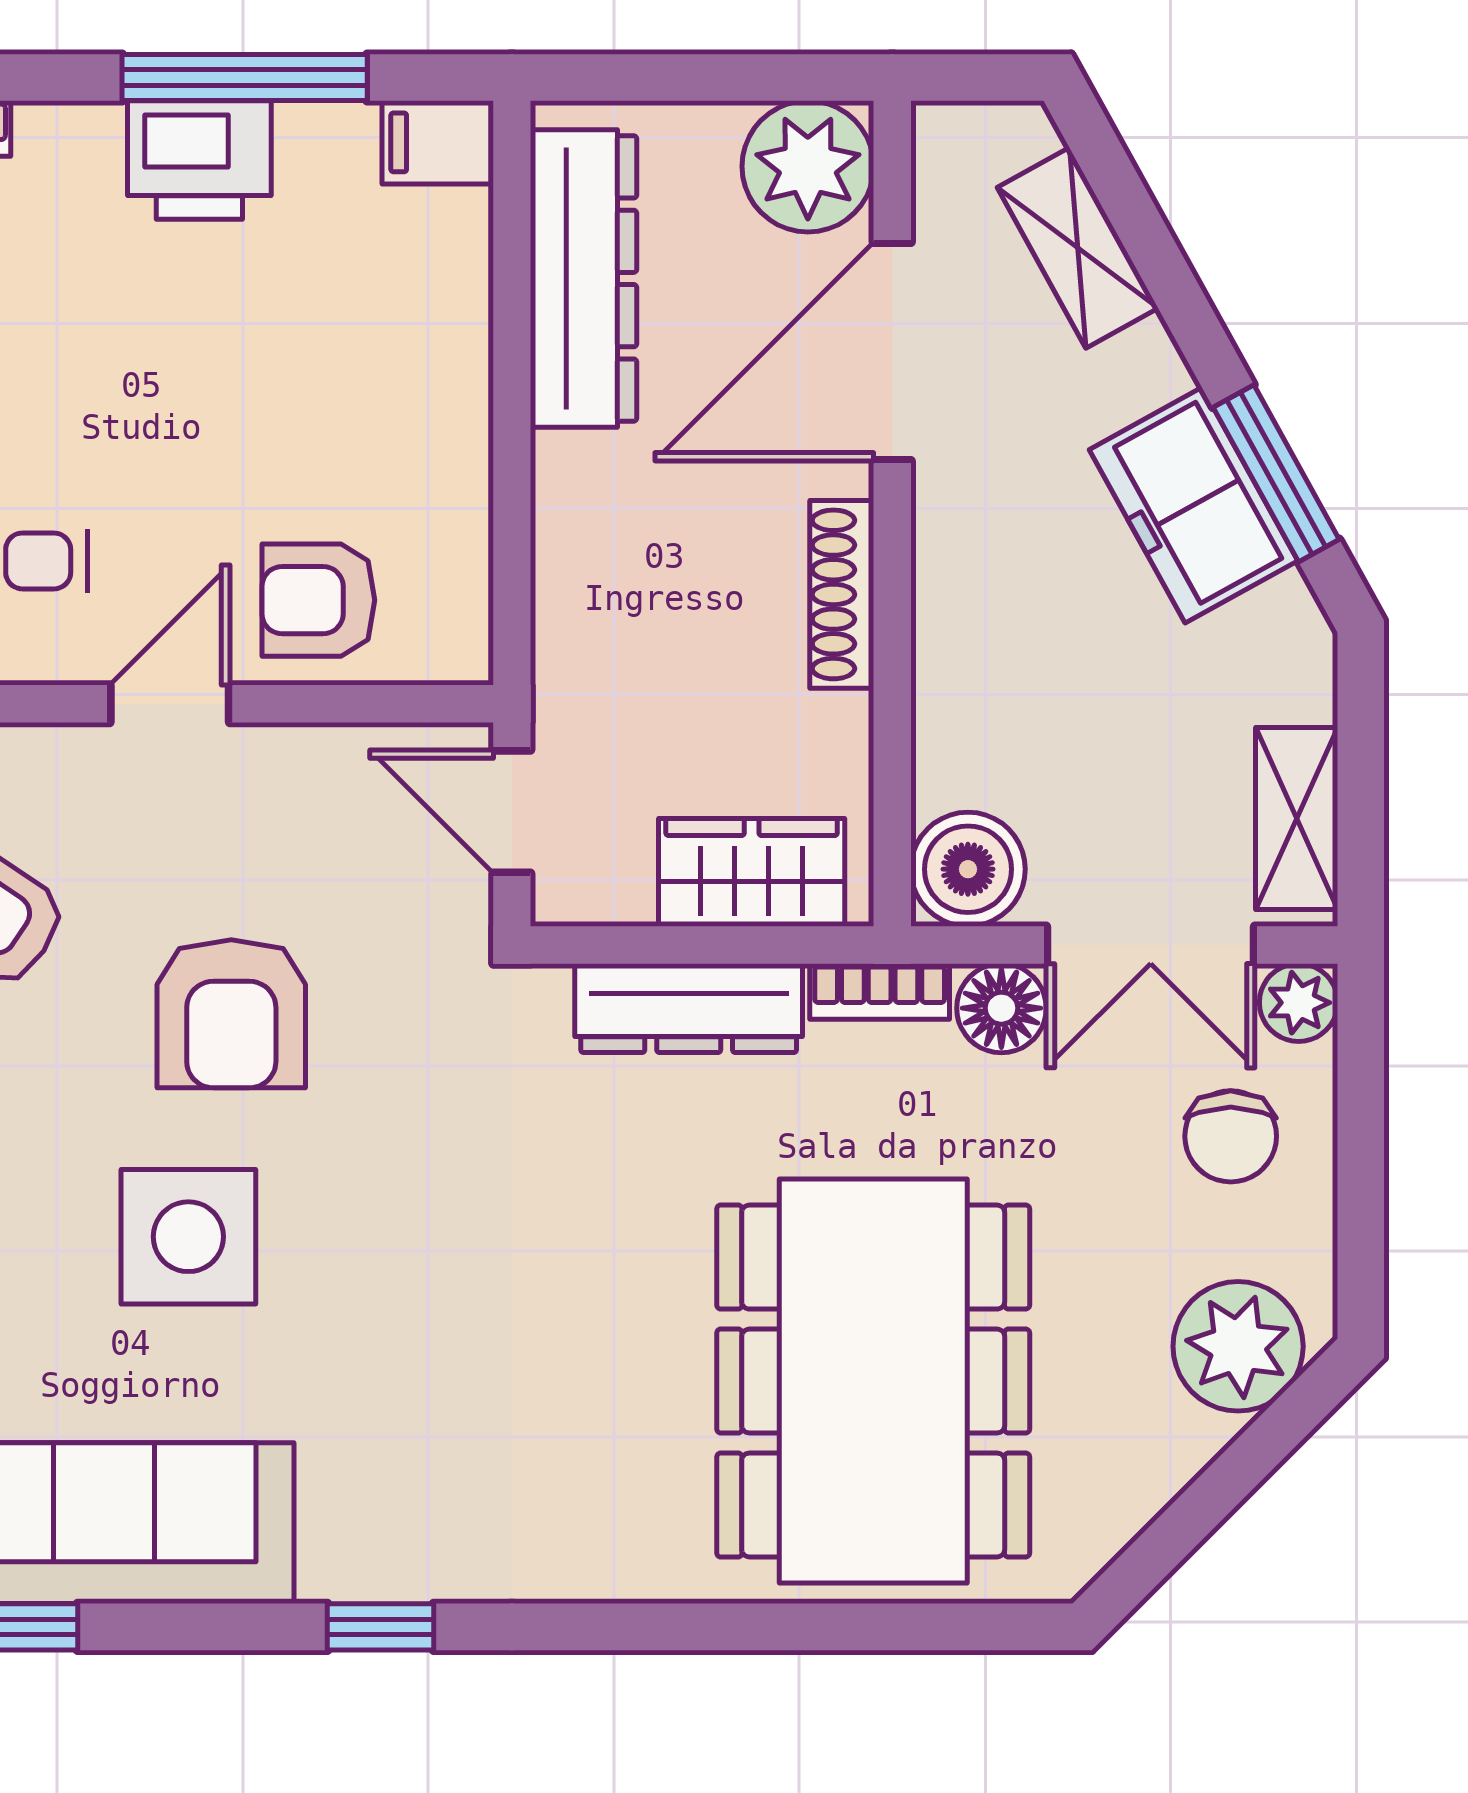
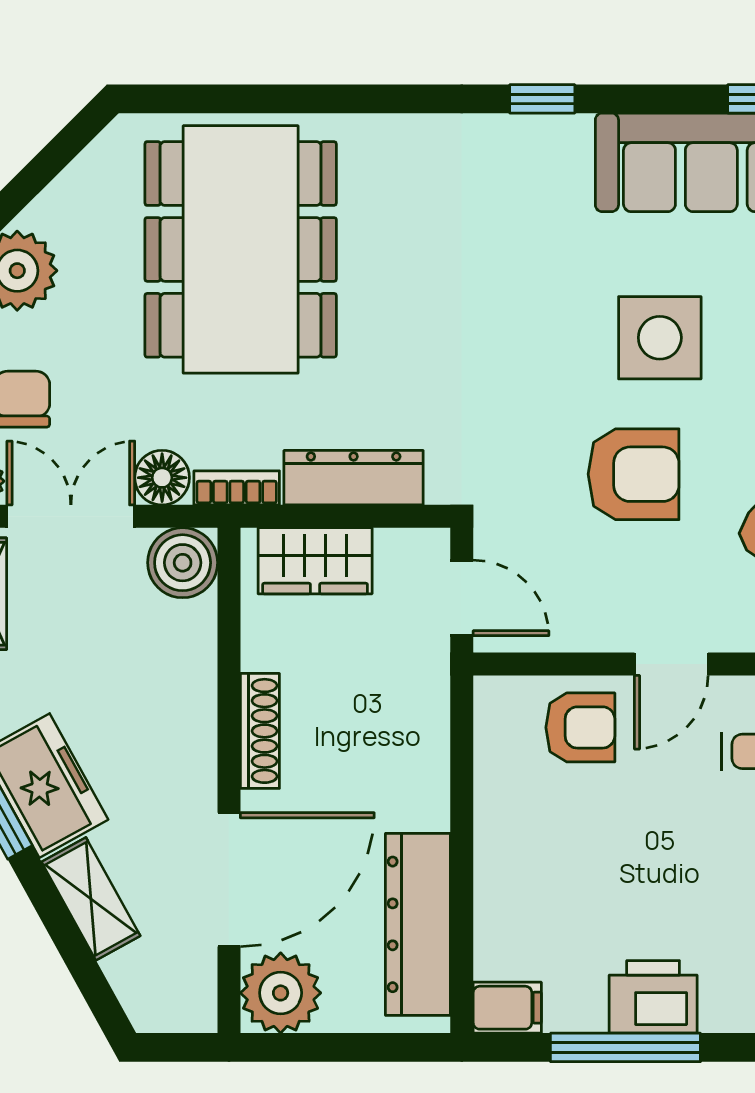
shelving: (1078, 248) -> (91, 899), moved
armchair: (231, 1014) -> (634, 474), turned 90

